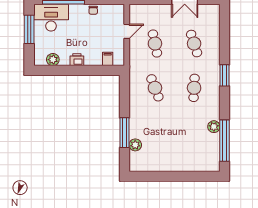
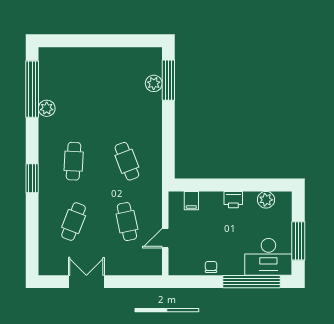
cafe table: (194, 44) -> (74, 222), turned 39
window: (124, 133) -> (168, 80), moved

